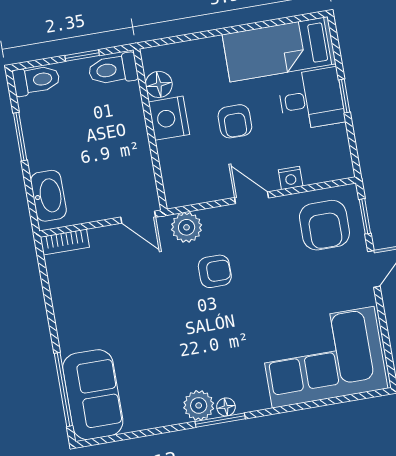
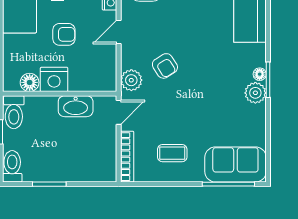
washbasin: (48, 196) -> (76, 106), moved, turned 180
bookcase: (65, 242) -> (127, 157), width x1.56
armchair: (215, 271) -> (165, 66), turned 148
coffee table: (93, 303) -> (172, 153), added

